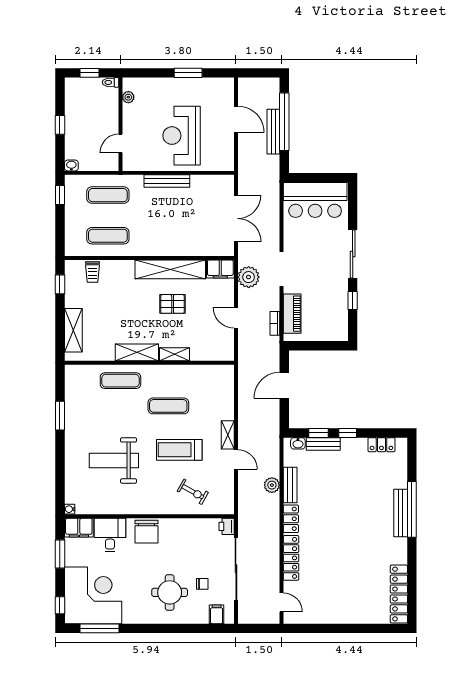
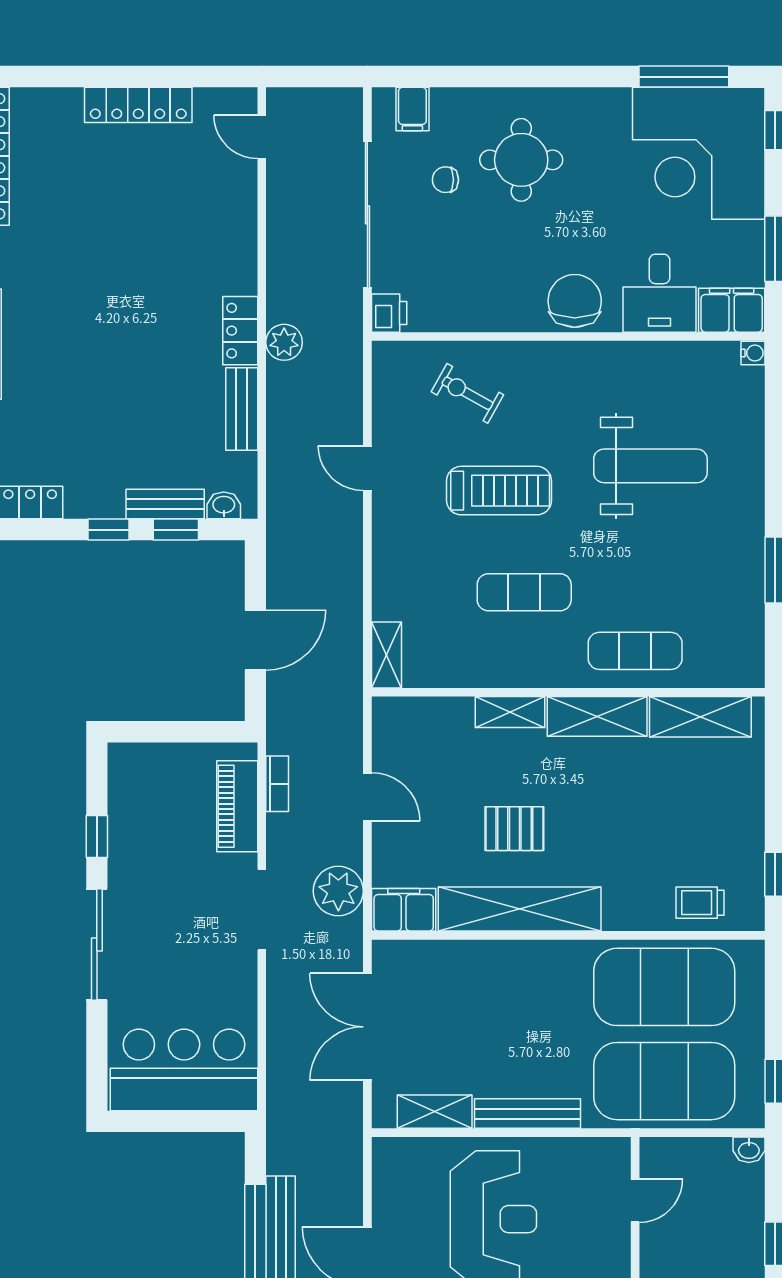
shelving: (207, 182) -> (435, 1112), added
exercise mat: (108, 195) -> (664, 1081), width x2.00, depth x1.45
exercise mat: (108, 236) -> (664, 987), width x2.00, depth x1.45
trolley: (92, 272) -> (700, 903), turned -90
shelving: (73, 330) -> (700, 717), moved, turned 90
shelving: (228, 435) -> (387, 655), moved
plant: (272, 485) -> (284, 342), moved
locker: (291, 558) -> (138, 105), moved, turned -90

